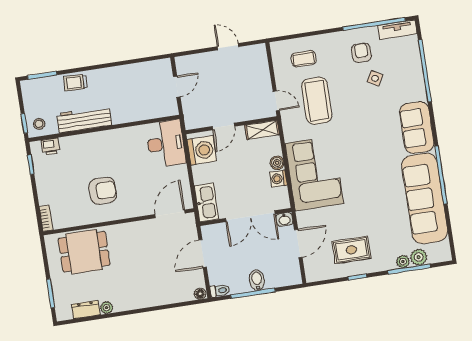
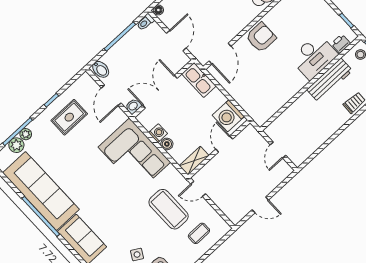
desk: (166, 144) -> (314, 57), moved, turned -90
armchair: (103, 191) -> (261, 37), moved, turned 180
bidet: (257, 280) -> (101, 69), moved

